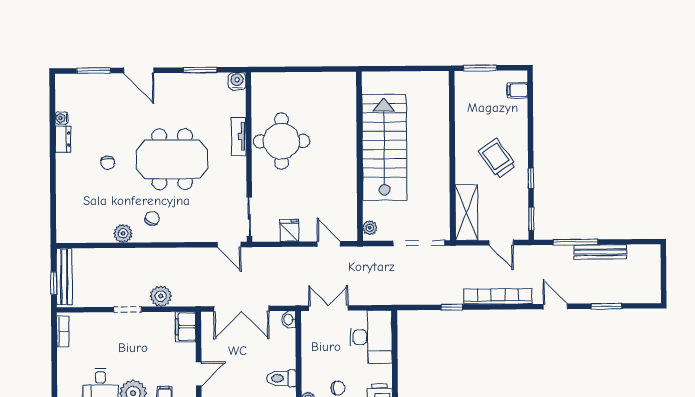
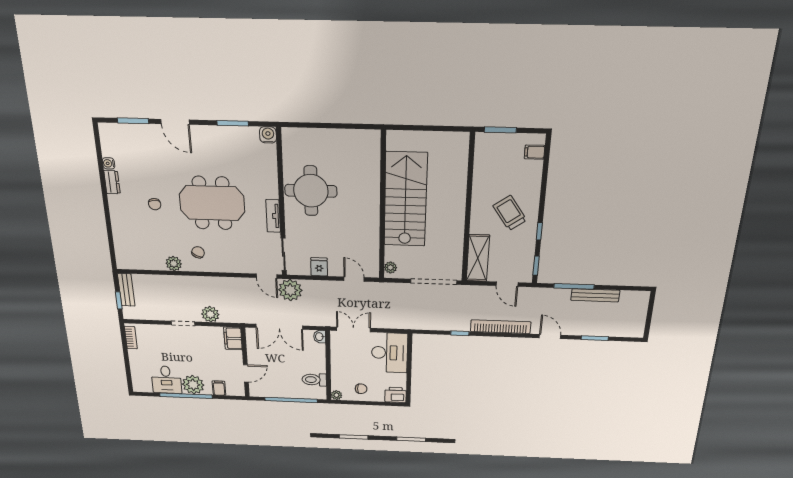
tv unit: (239, 136) -> (273, 216), moved
plant: (256, 261) -> (290, 290), added
bench: (64, 277) -> (126, 290), width x0.73

